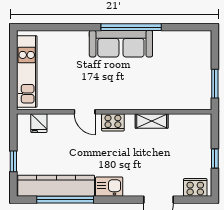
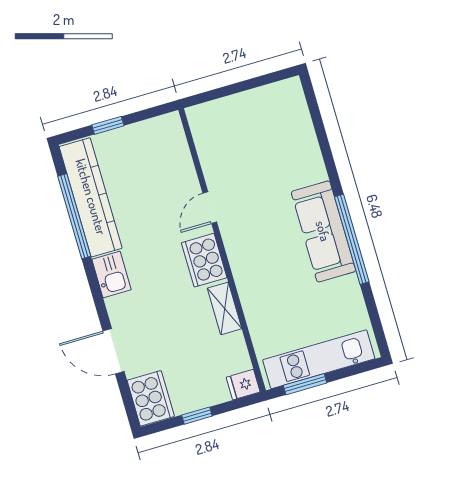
kitchen unit: (27, 71) -> (319, 359), moved, turned 180
cooker: (113, 122) -> (204, 260), width x1.37, depth x1.31
fridge: (39, 123) -> (243, 385), moved
cooker: (195, 187) -> (151, 398), width x1.37, depth x1.31

